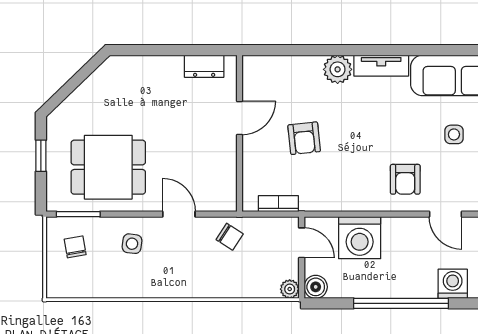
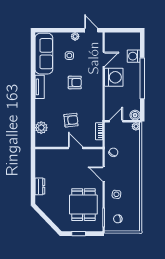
dresser: (204, 66) -> (40, 186), moved
plant: (338, 69) -> (41, 128), moved
door: (239, 118) -> (76, 148), moved
armchair: (405, 179) -> (75, 82), moved
door: (179, 214) -> (104, 174), hinge flipped
washing machine: (360, 238) -> (114, 77), moved

